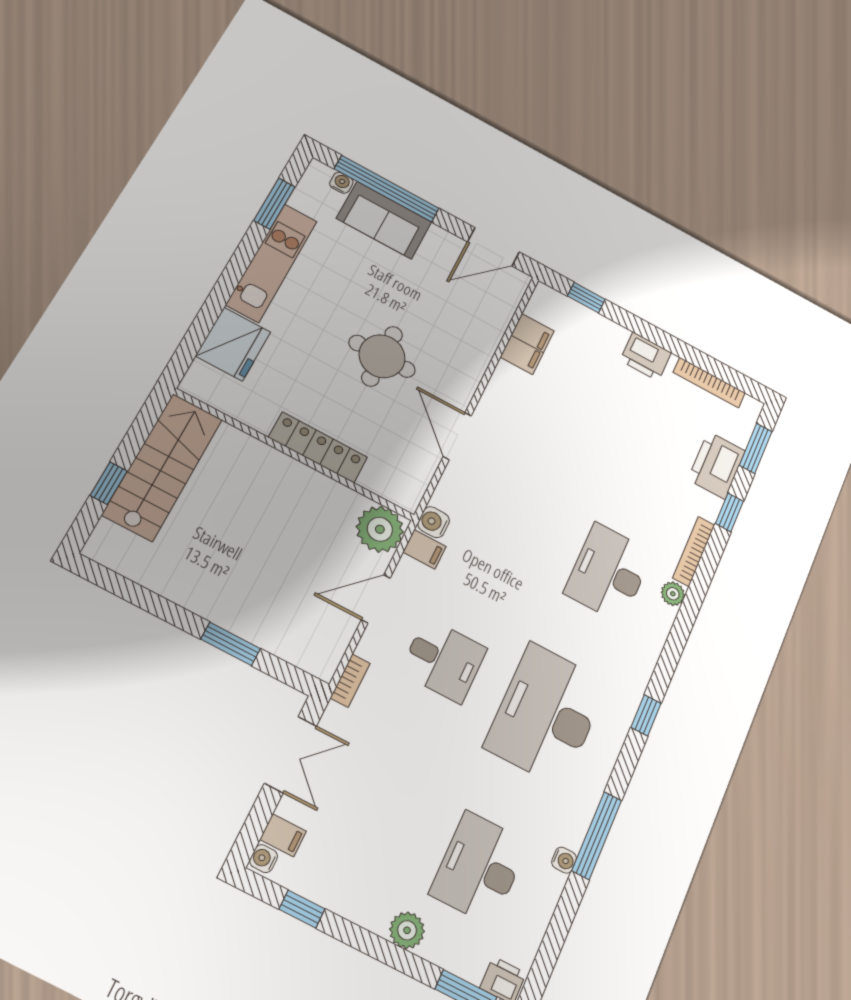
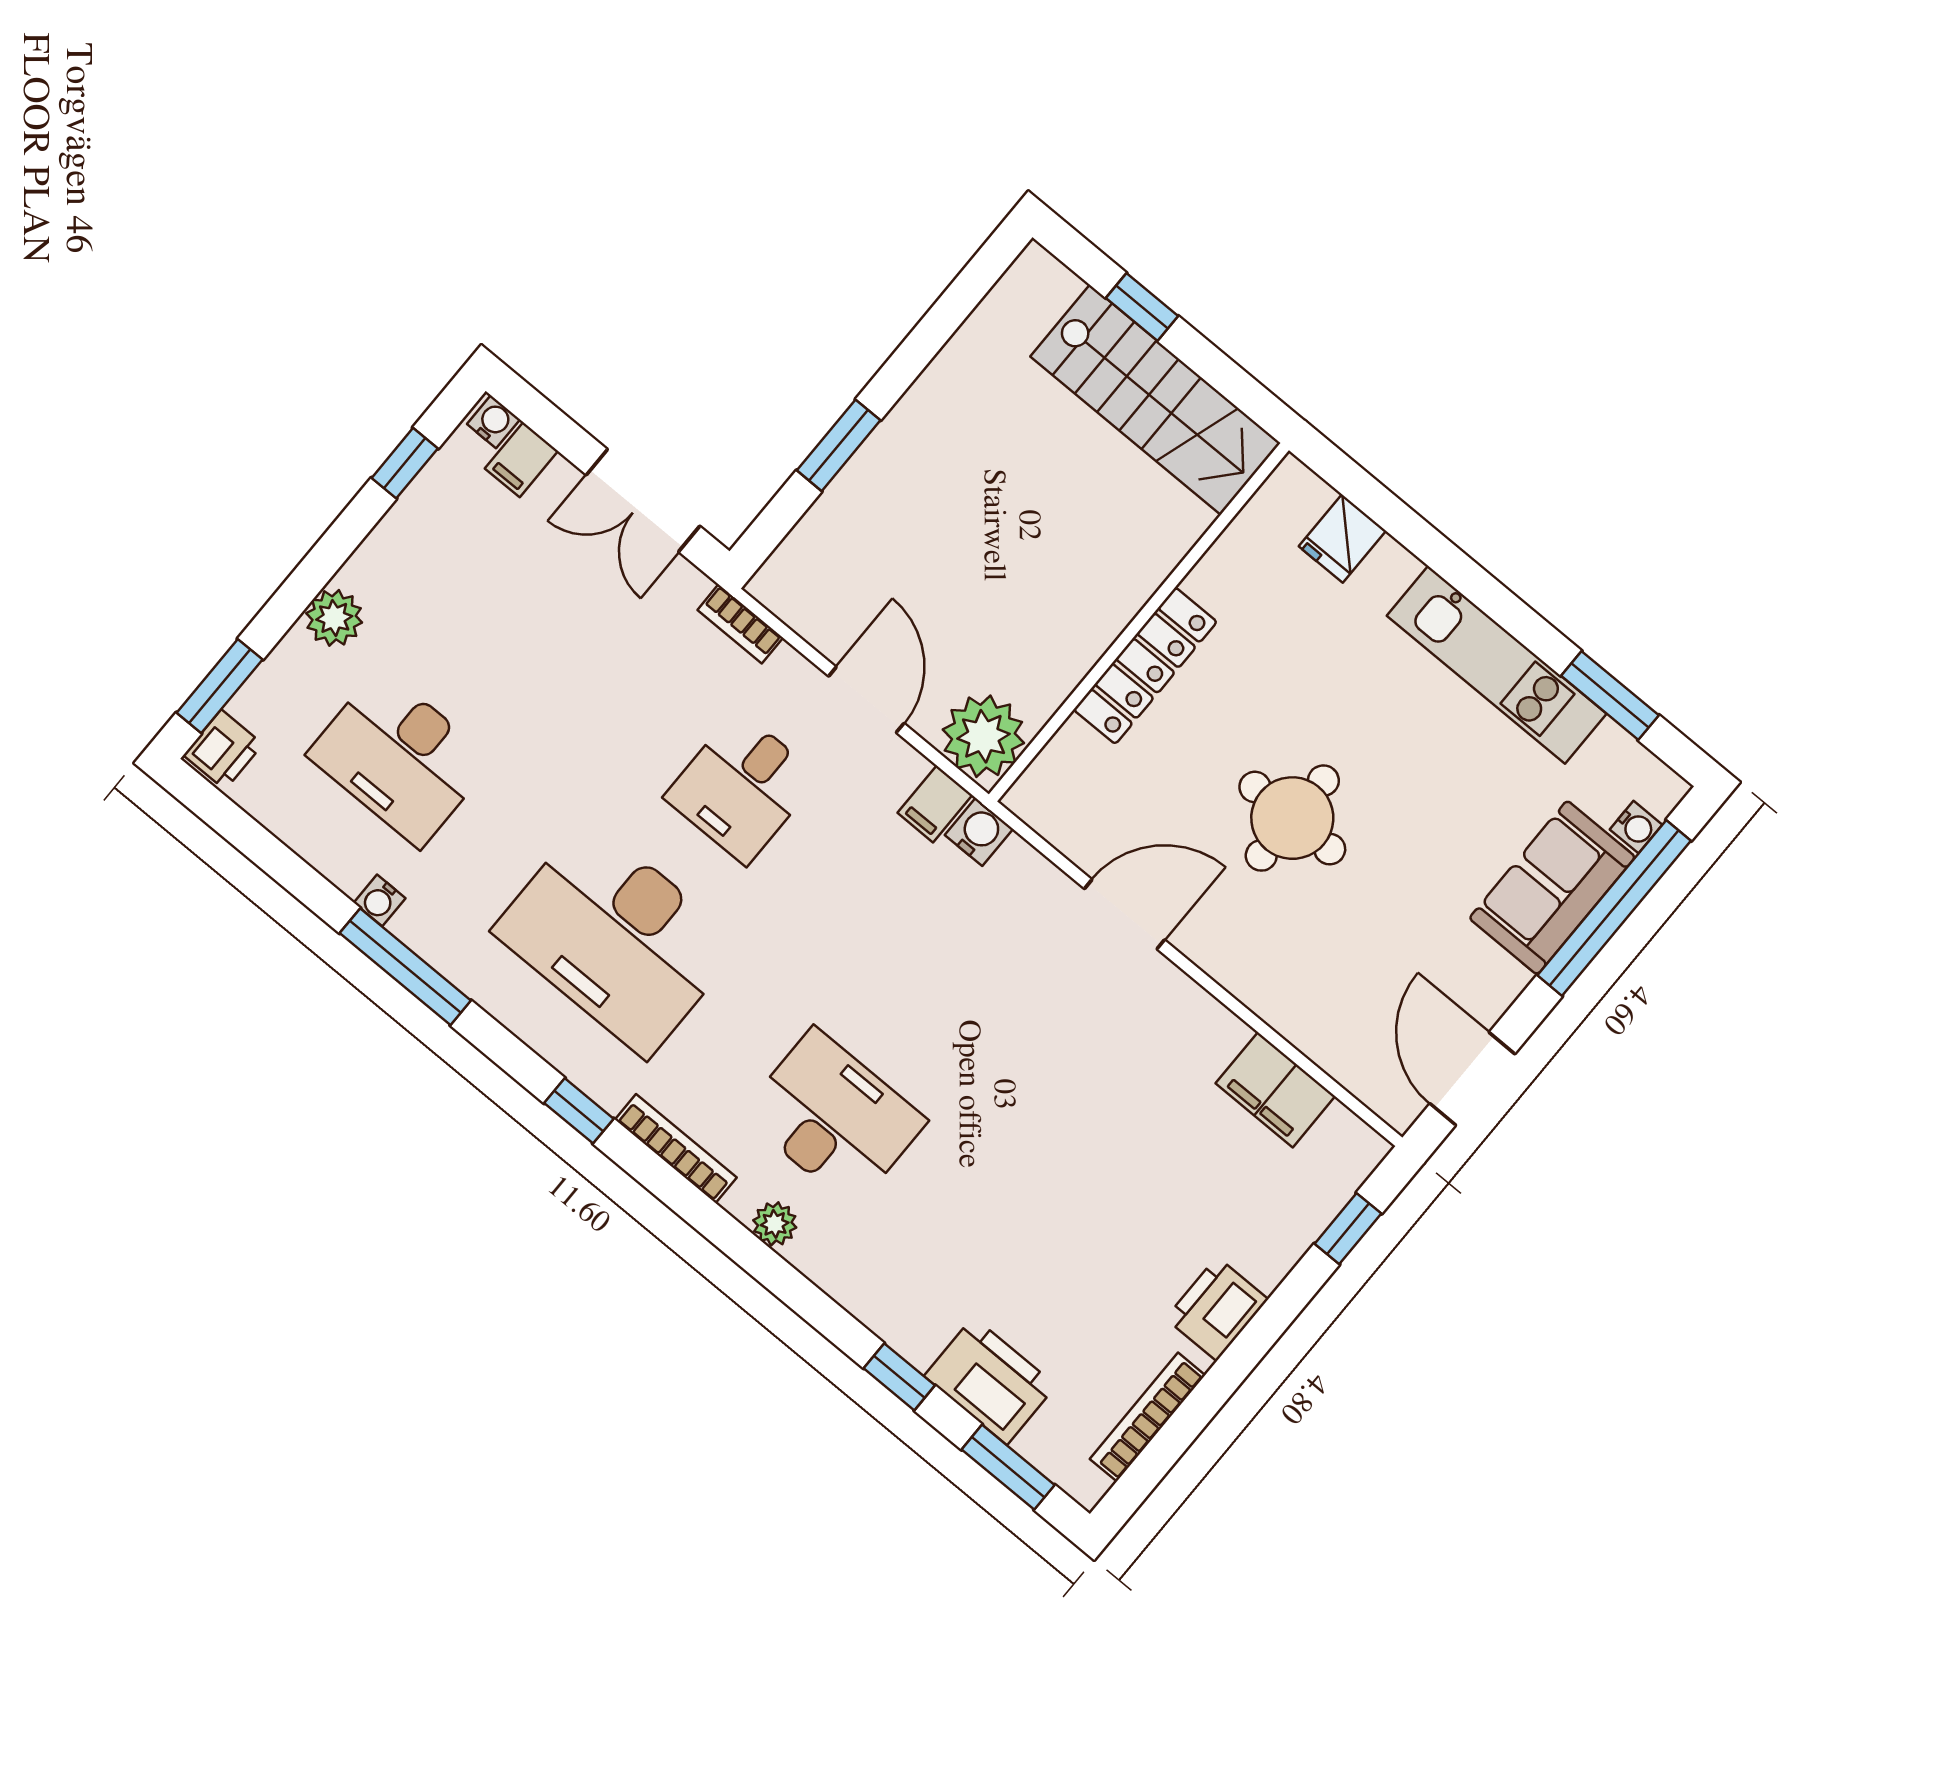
fridge: (233, 344) -> (1342, 539), width x0.53, depth x0.75
bookcase: (694, 551) -> (676, 1149), moved
desk: (546, 714) -> (617, 938), turned 180
desk: (479, 868) -> (400, 758), turned 180

